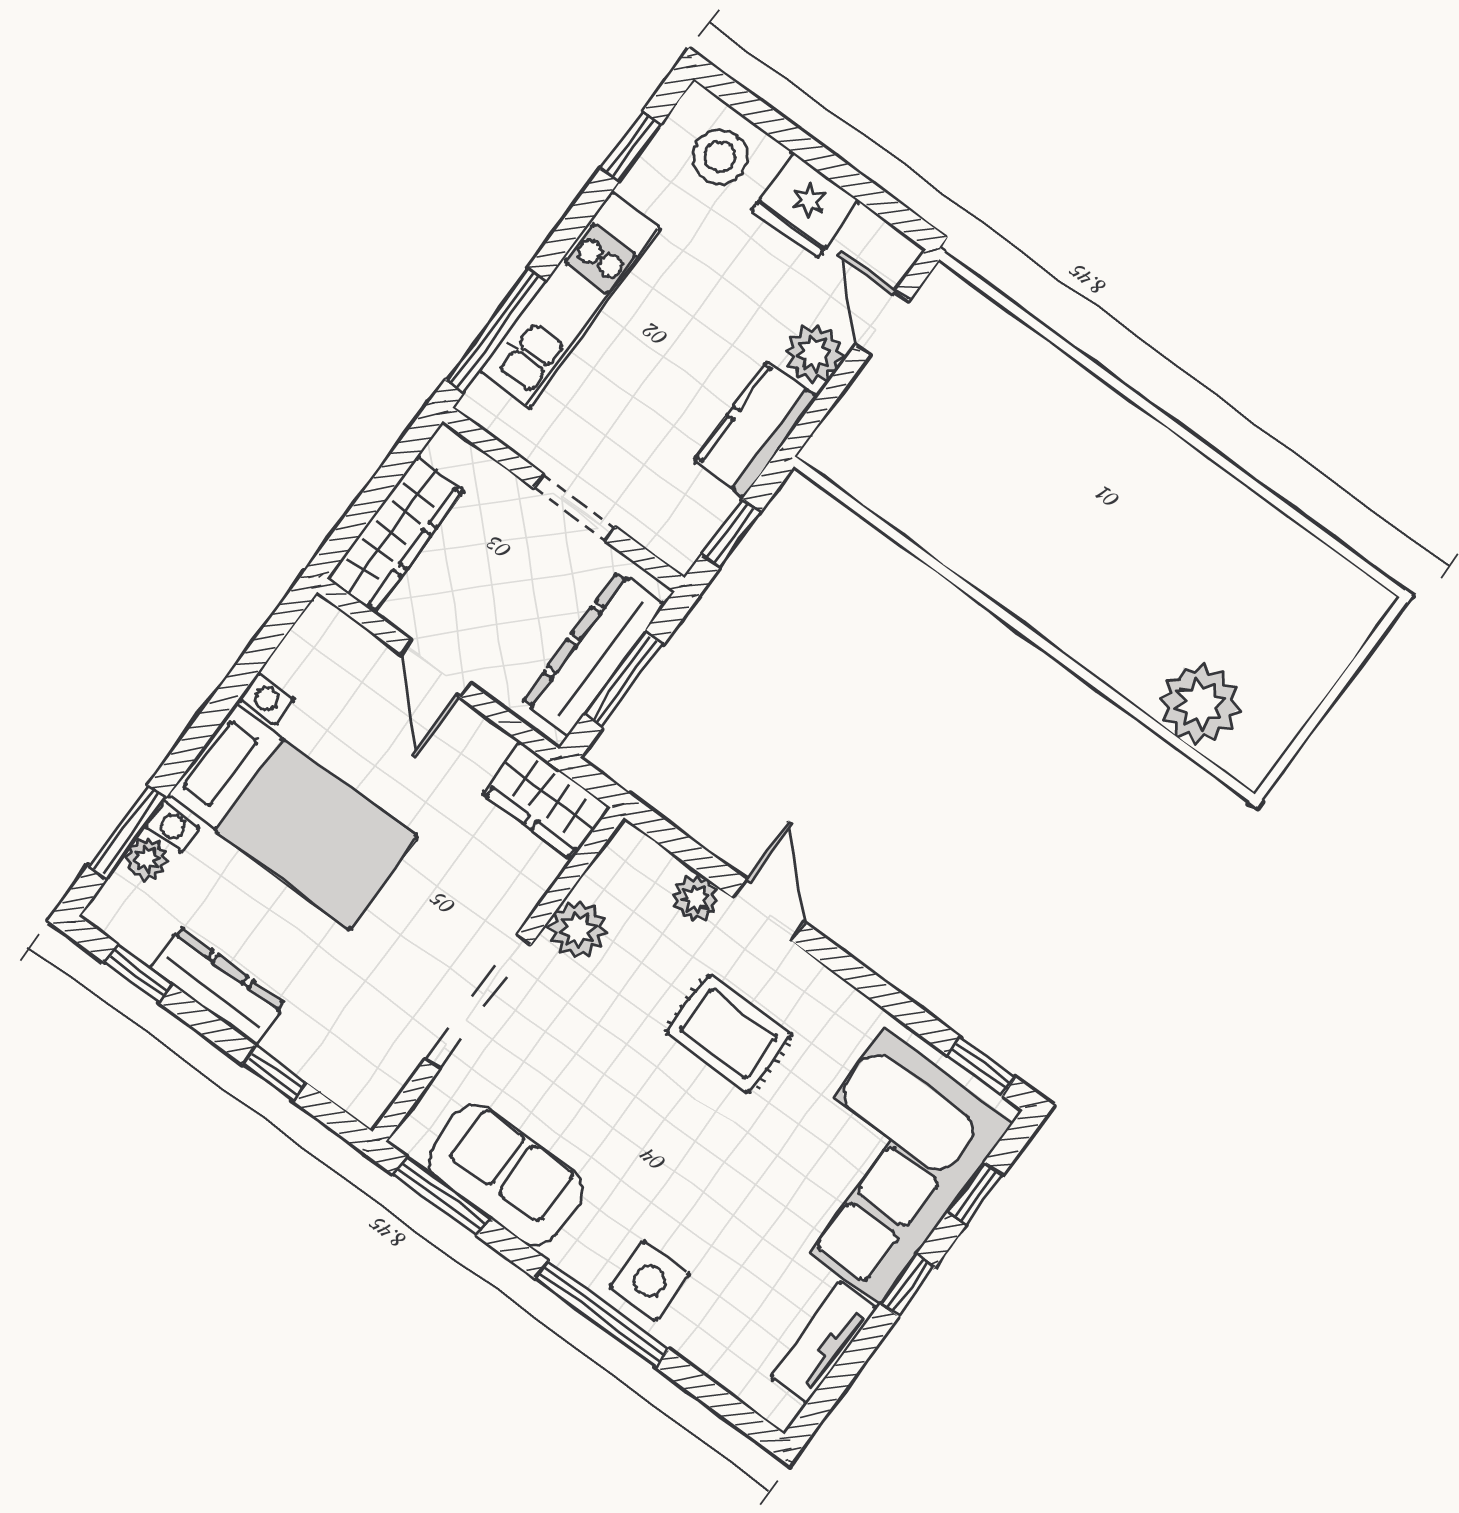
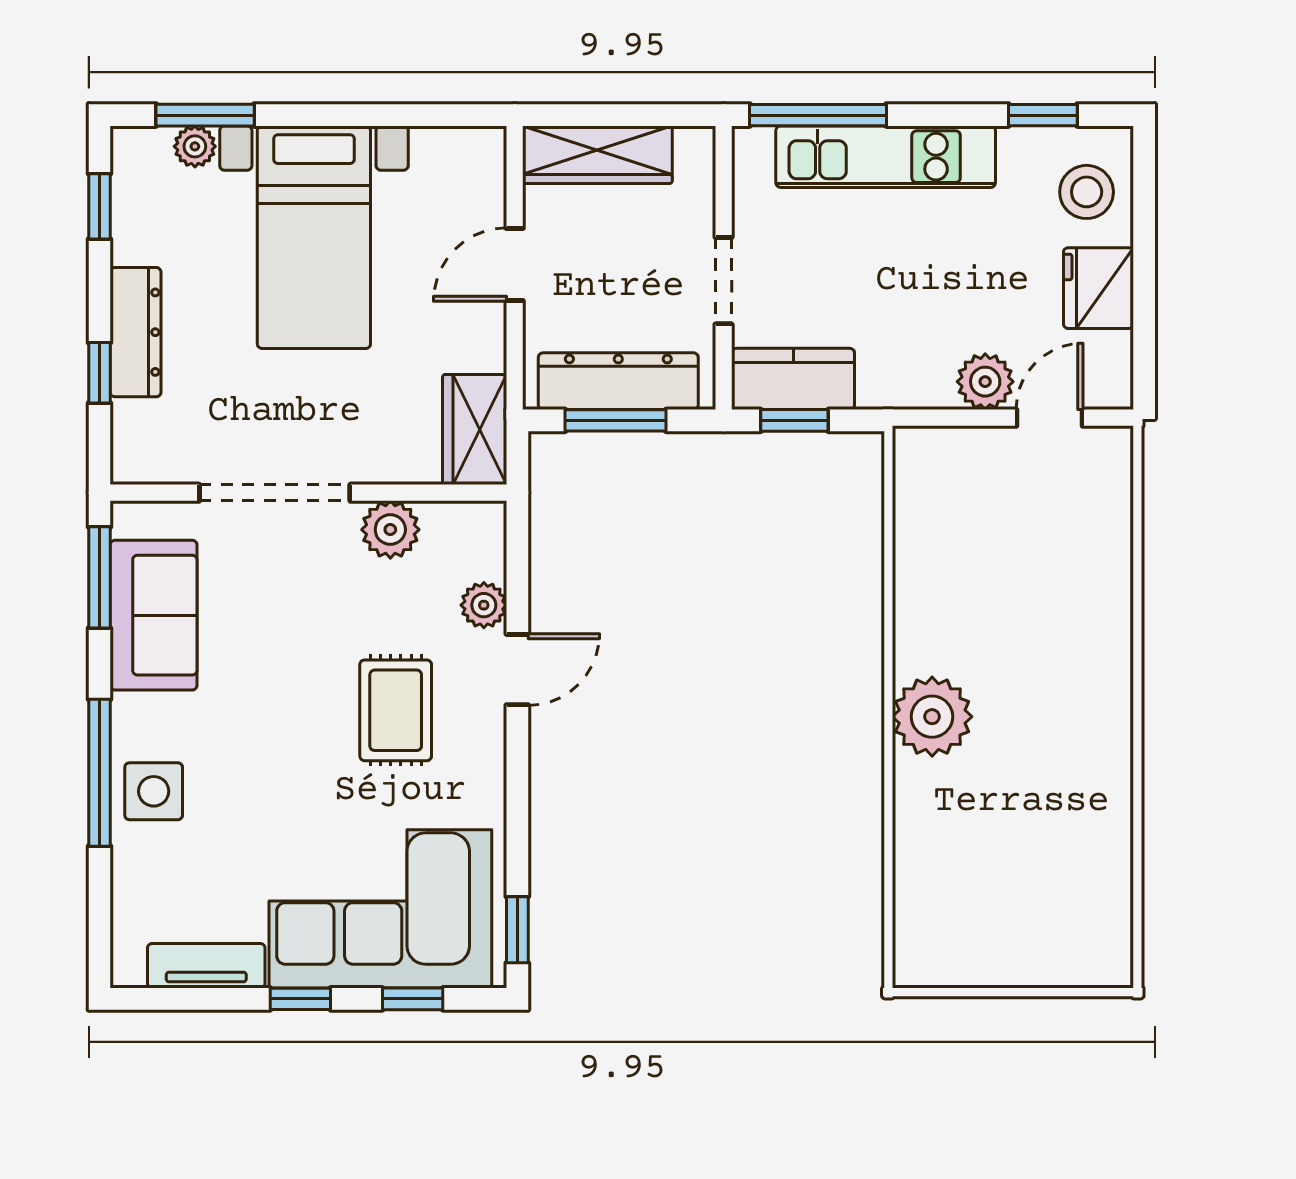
kitchen counter: (756, 429) -> (793, 379), moved
plant: (1200, 704) -> (932, 717), moved
dresser: (218, 986) -> (136, 332), moved

